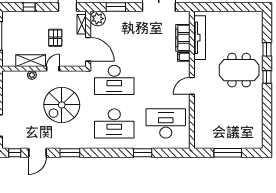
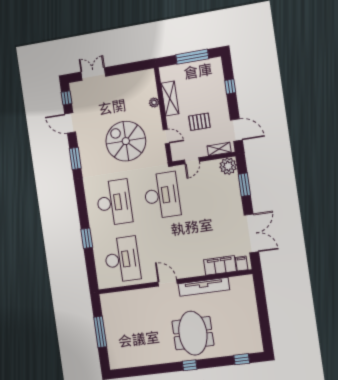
tv unit: (200, 38) -> (204, 287), moved
door: (88, 49) -> (192, 161), width x0.53
window: (267, 49) -> (242, 359), moved
filing cabinet: (184, 57) -> (242, 264), moved
door: (53, 69) -> (166, 136), moved
desk: (114, 80) -> (162, 195), turned 180
desk: (114, 123) -> (114, 202), turned 180

